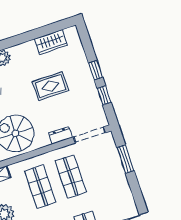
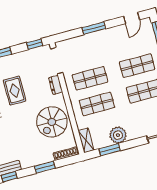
window: (104, 95) -> (35, 44), moved
window: (125, 159) -> (94, 28), moved

